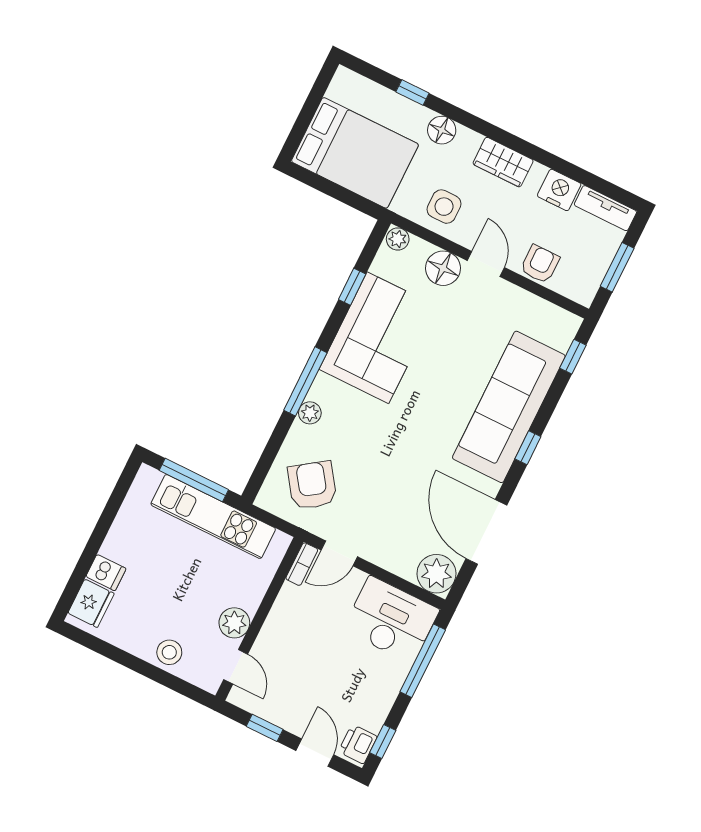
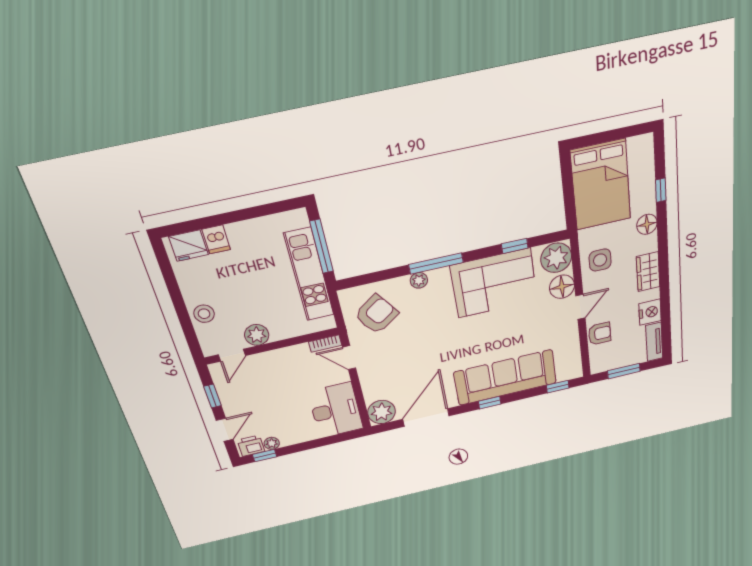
plant: (398, 239) -> (556, 258), width x1.87, depth x1.87
window: (423, 661) -> (327, 441), removed
plant: (374, 721) -> (272, 443), added

